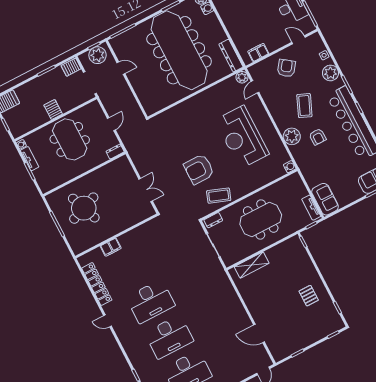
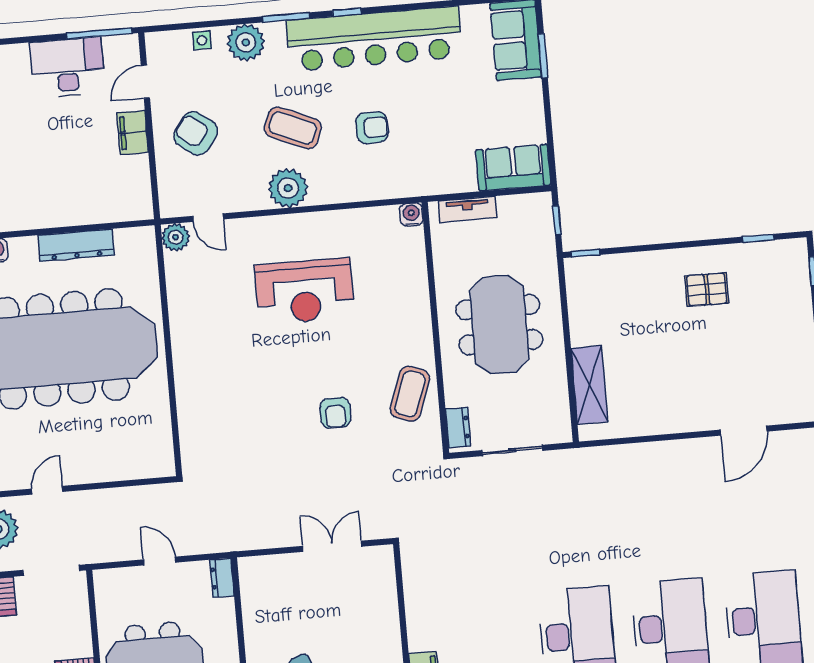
filing cabinet: (258, 52) -> (133, 133), moved
dresser: (231, 56) -> (76, 245), moved
plant: (292, 136) -> (288, 188), moved
reception desk: (242, 137) -> (305, 291), width x0.74, depth x0.77
armchair: (199, 169) -> (335, 413), width x0.53, depth x0.53
tv unit: (311, 208) -> (467, 209), moved

